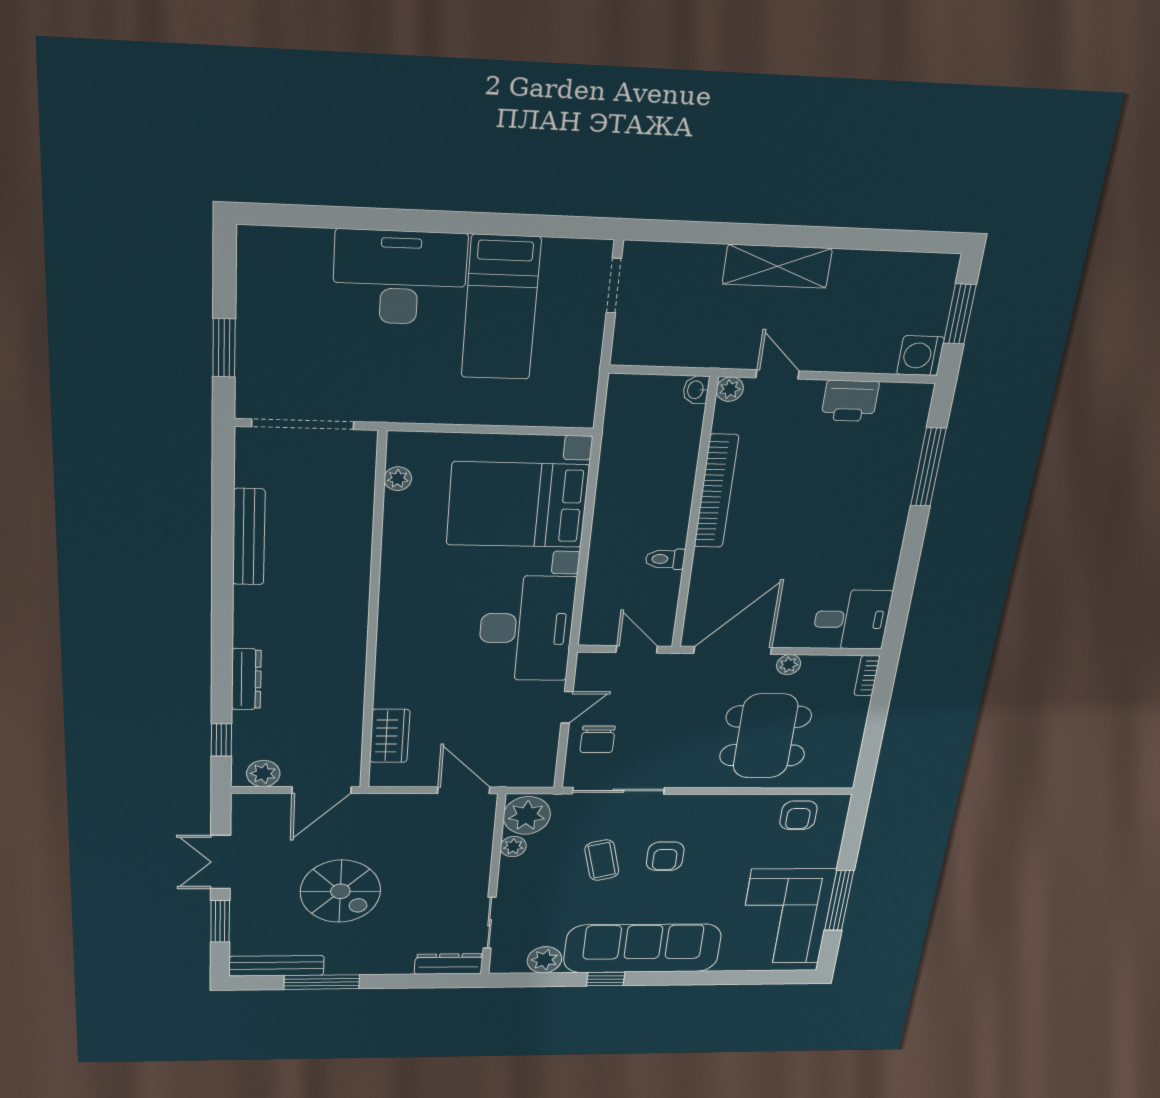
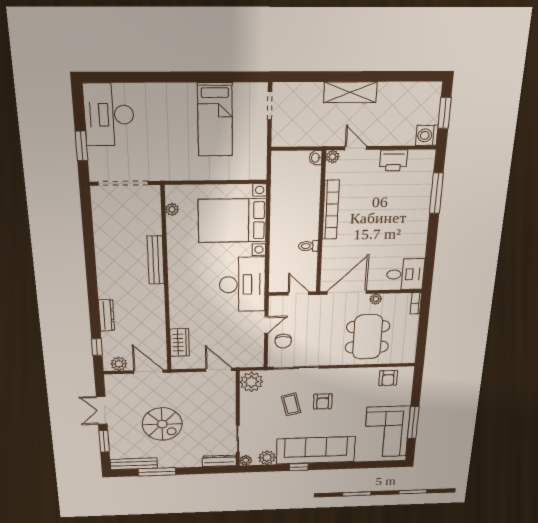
desk: (400, 278) -> (109, 115), moved, turned -90
bench: (249, 537) -> (156, 260), moved
door: (322, 790) -> (148, 372), swing flipped
plant: (513, 847) -> (246, 460), moved

